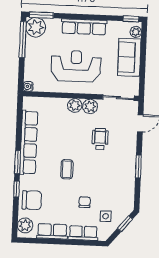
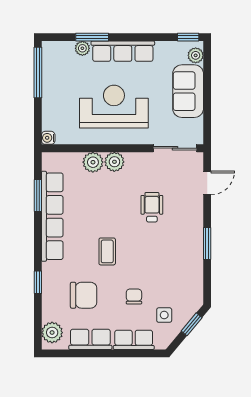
window: (41, 15) -> (92, 37), moved
plant: (36, 27) -> (82, 48), moved, width x0.53, depth x0.53
plant: (90, 106) -> (93, 162), moved
window: (18, 162) -> (38, 195), moved
chair: (32, 200) -> (84, 295), moved

